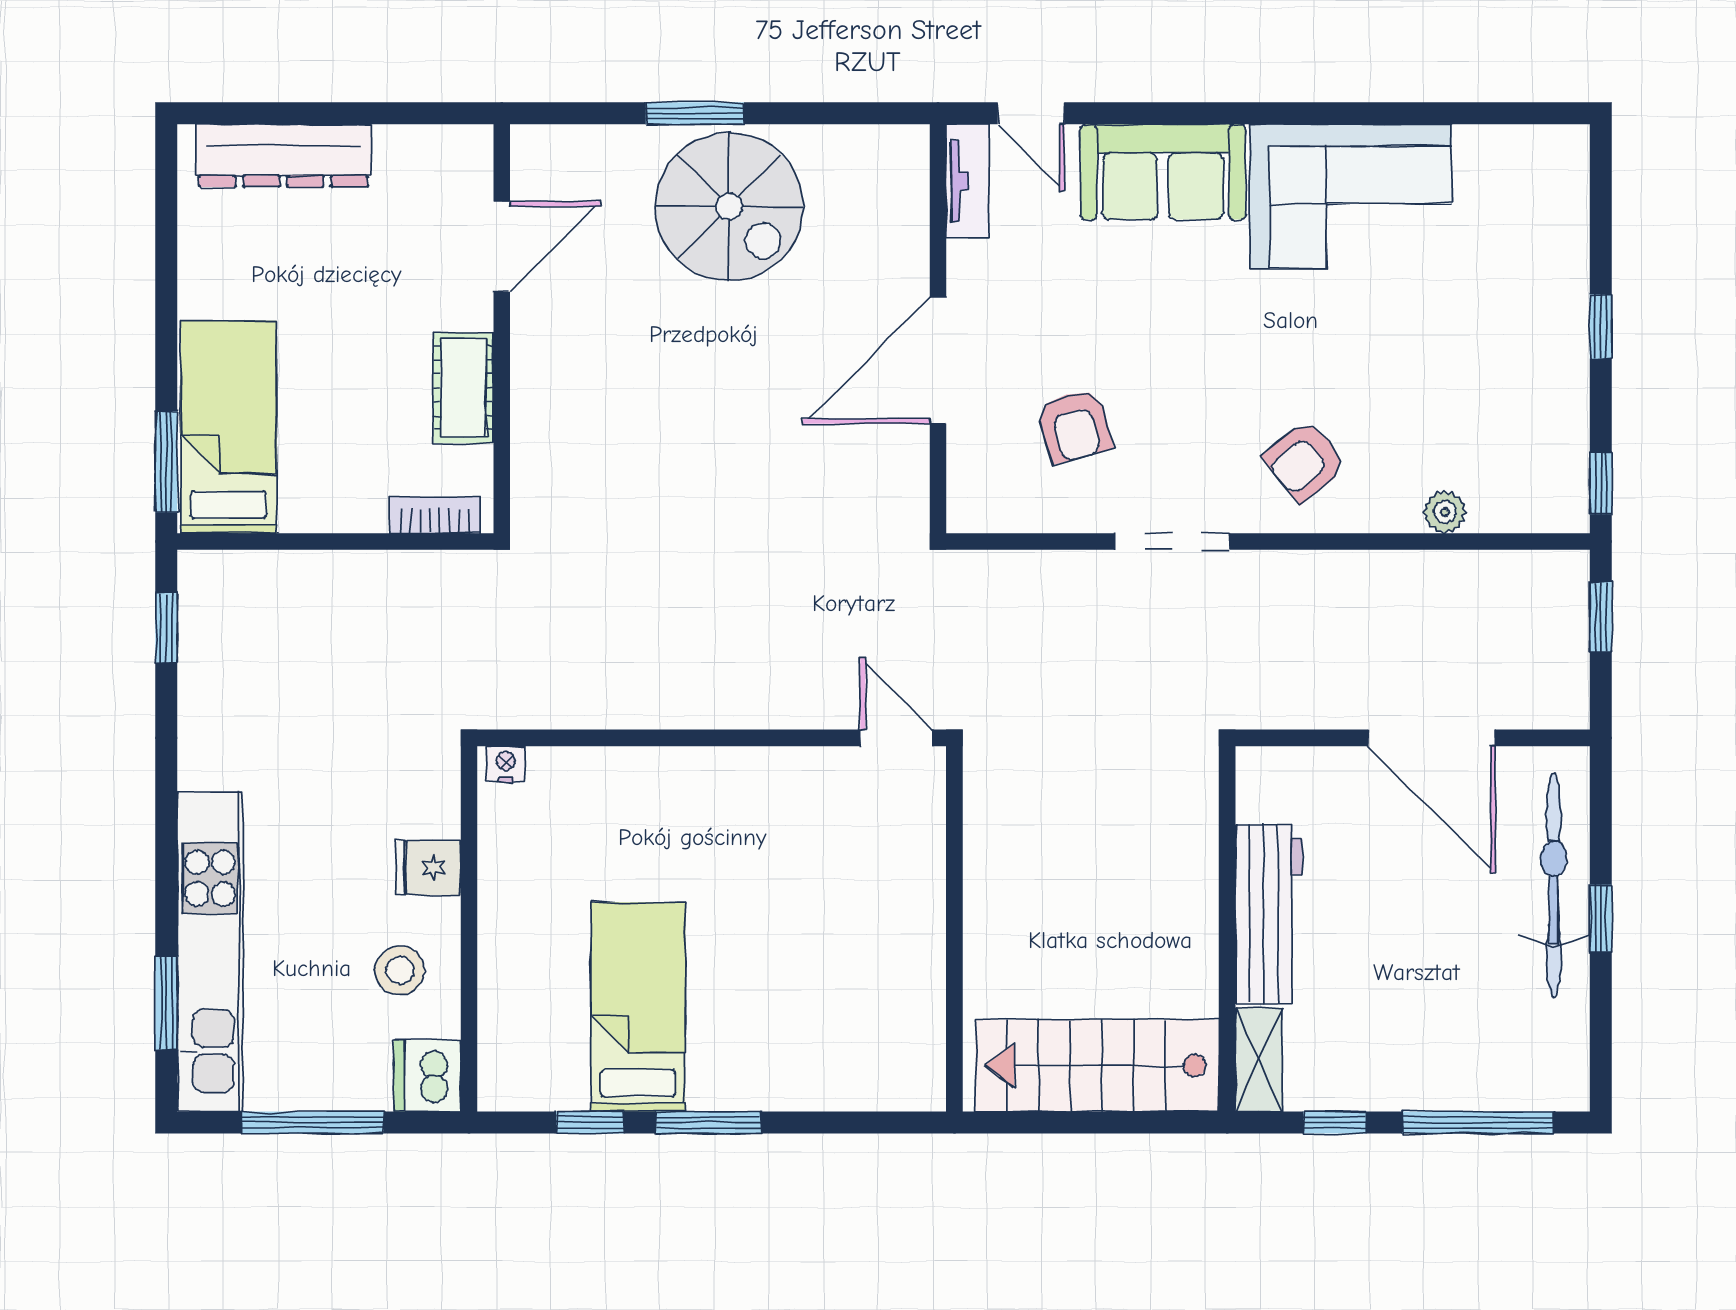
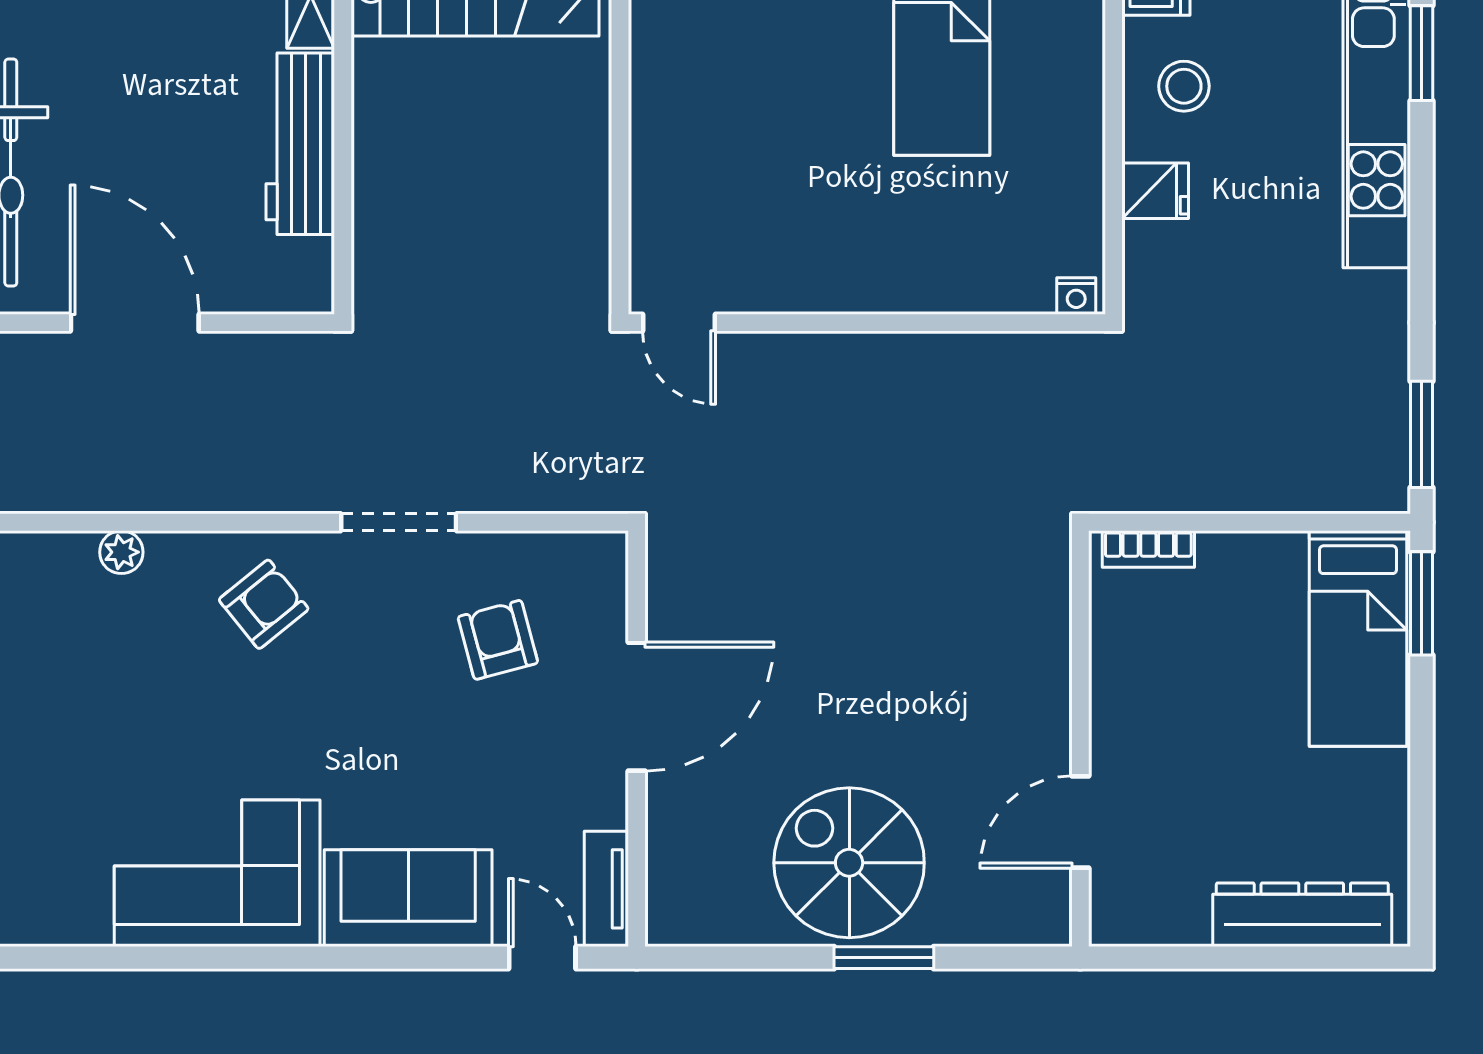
cot: (463, 388) -> (1119, 679), removed
window: (166, 628) -> (1421, 434), width x1.50

